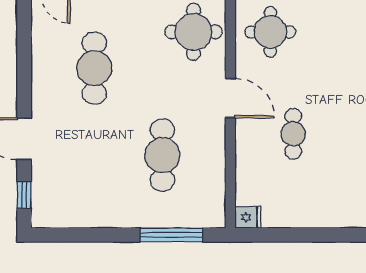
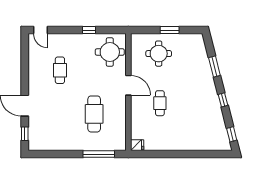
round table: (270, 32) -> (159, 54), moved
cafe table: (94, 68) -> (60, 70), width x0.73, depth x0.74

